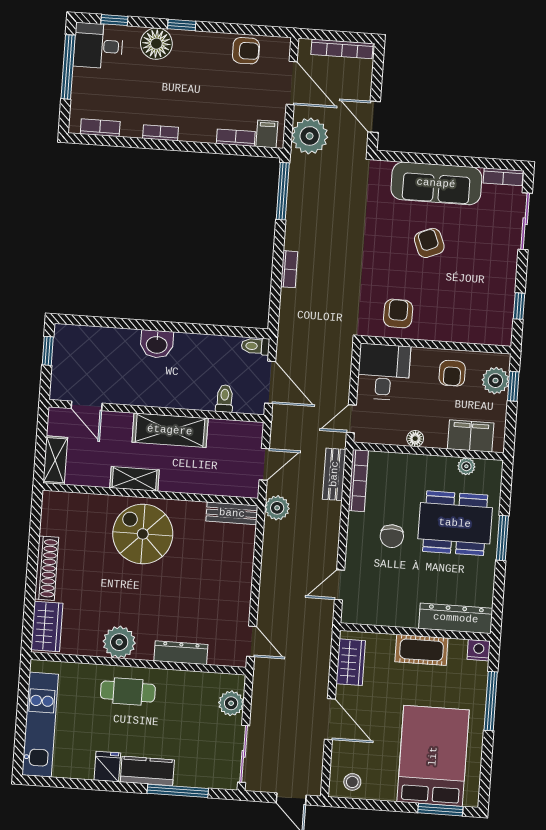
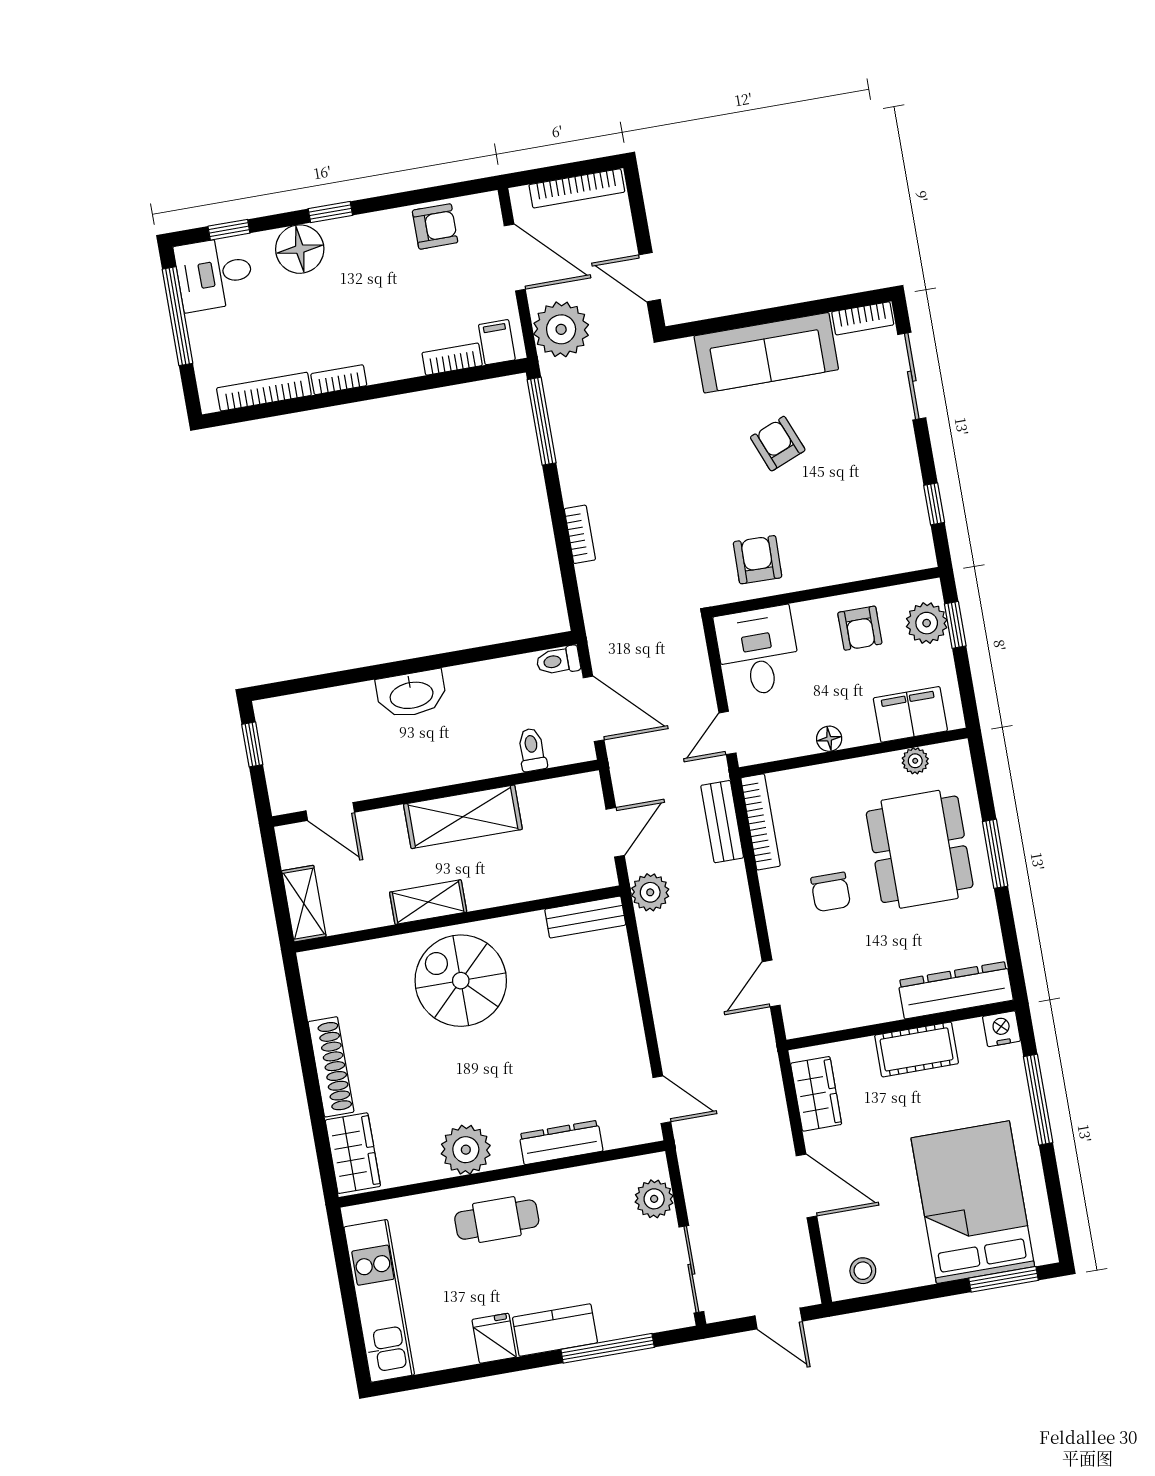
bookcase: (100, 128) -> (264, 392), width x1.56
washbasin: (157, 344) -> (411, 694), width x1.38
dining table: (455, 523) -> (920, 849), turned 90

